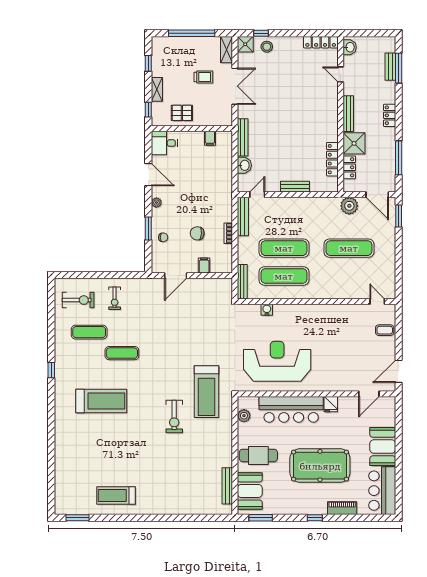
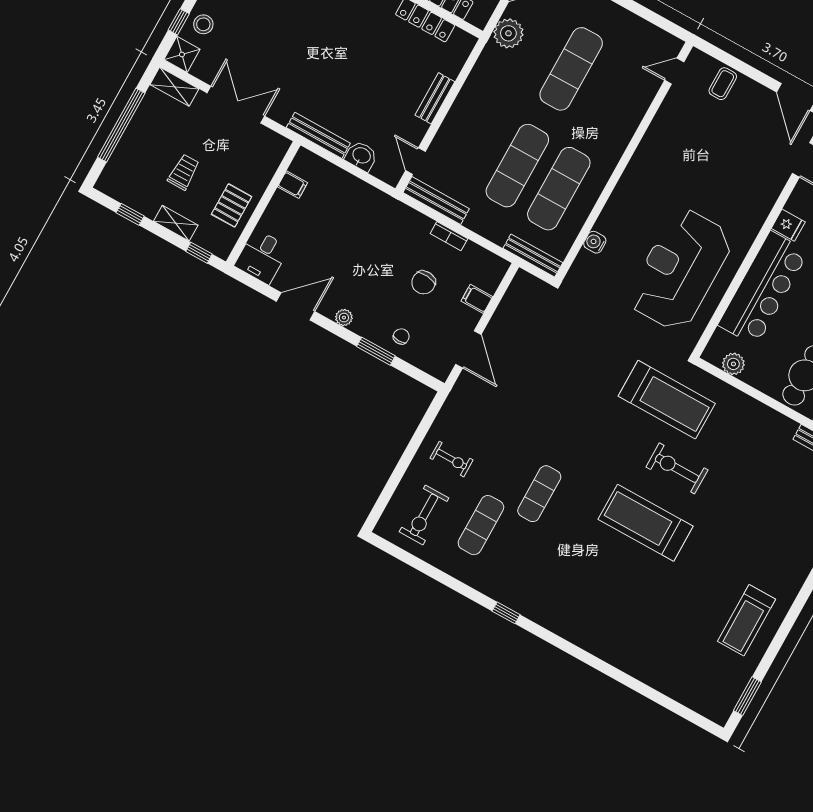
trolley: (203, 77) -> (184, 172), moved
exercise bike: (78, 300) -> (424, 515), turned 180
treadmill: (101, 401) -> (646, 523), moved, turned -90
exercise bike: (174, 416) -> (677, 468), turned 180

